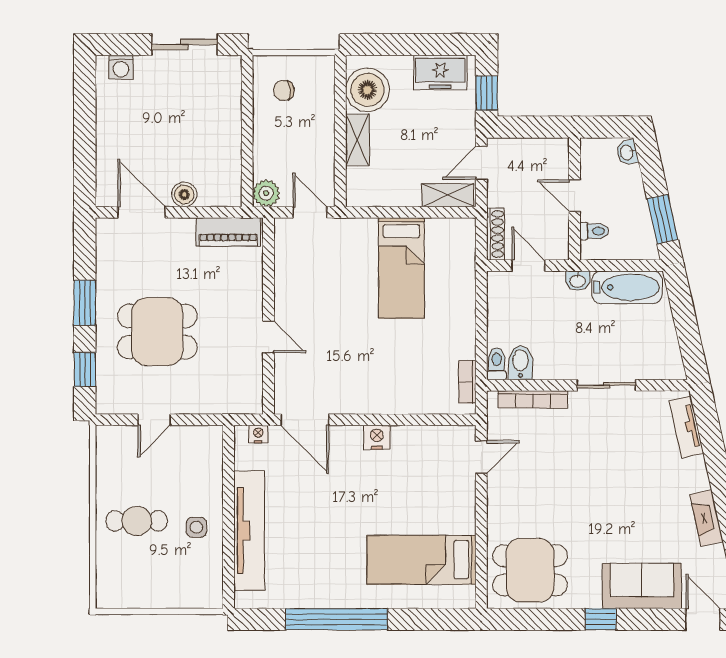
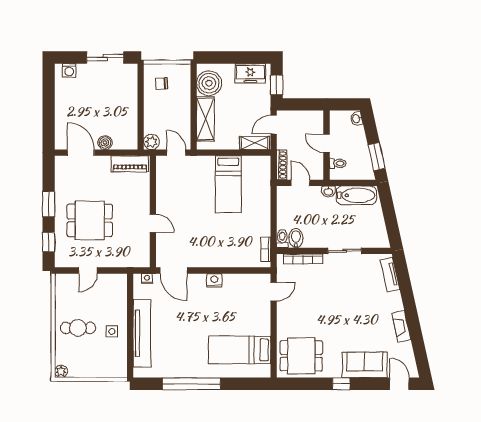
shelving: (357, 140) -> (205, 119), width x1.50, depth x1.33
plant: (107, 598) -> (61, 371), added

